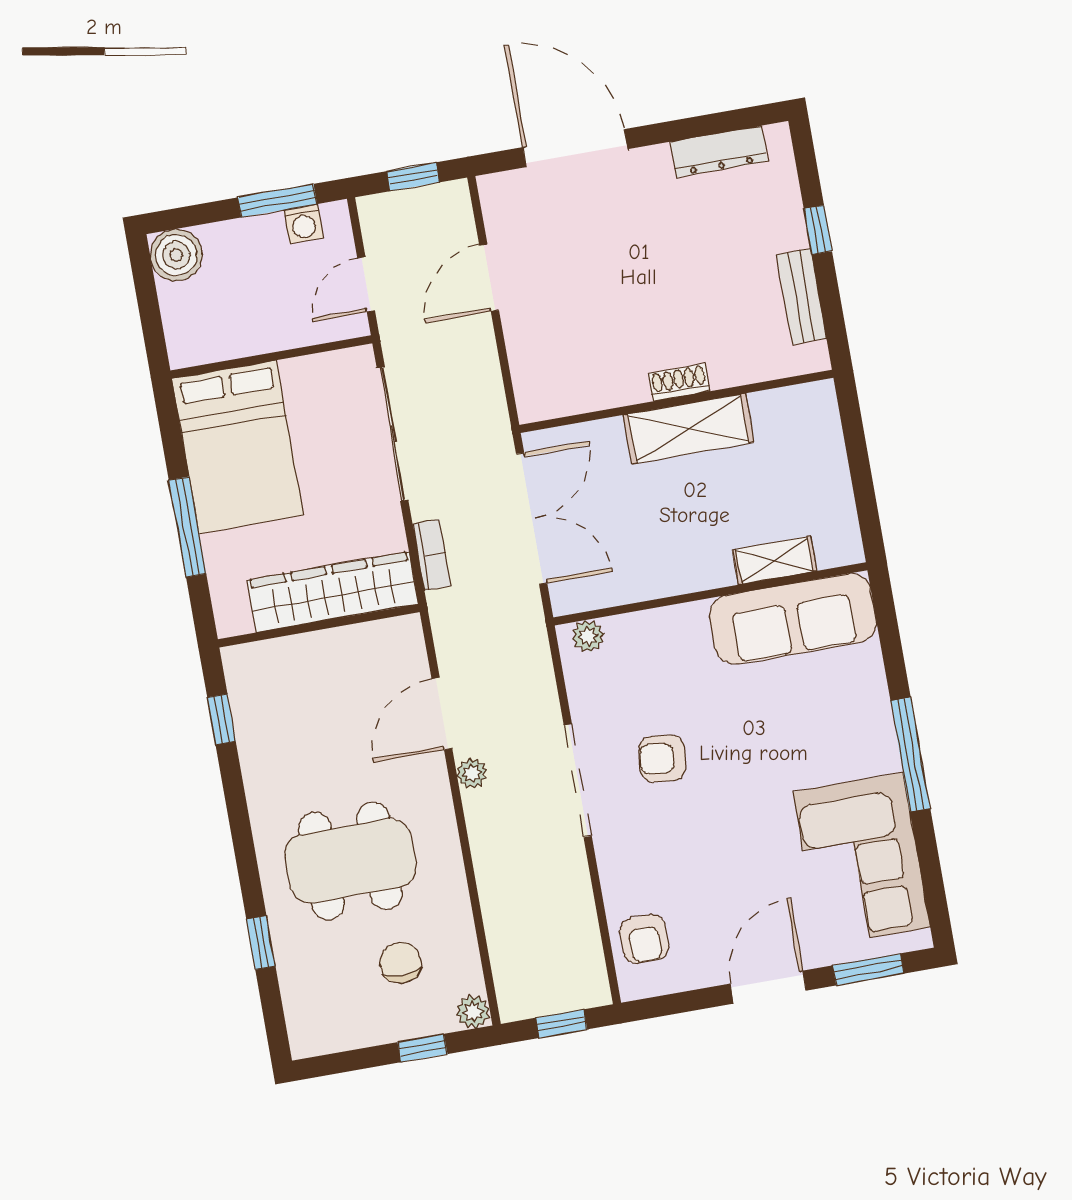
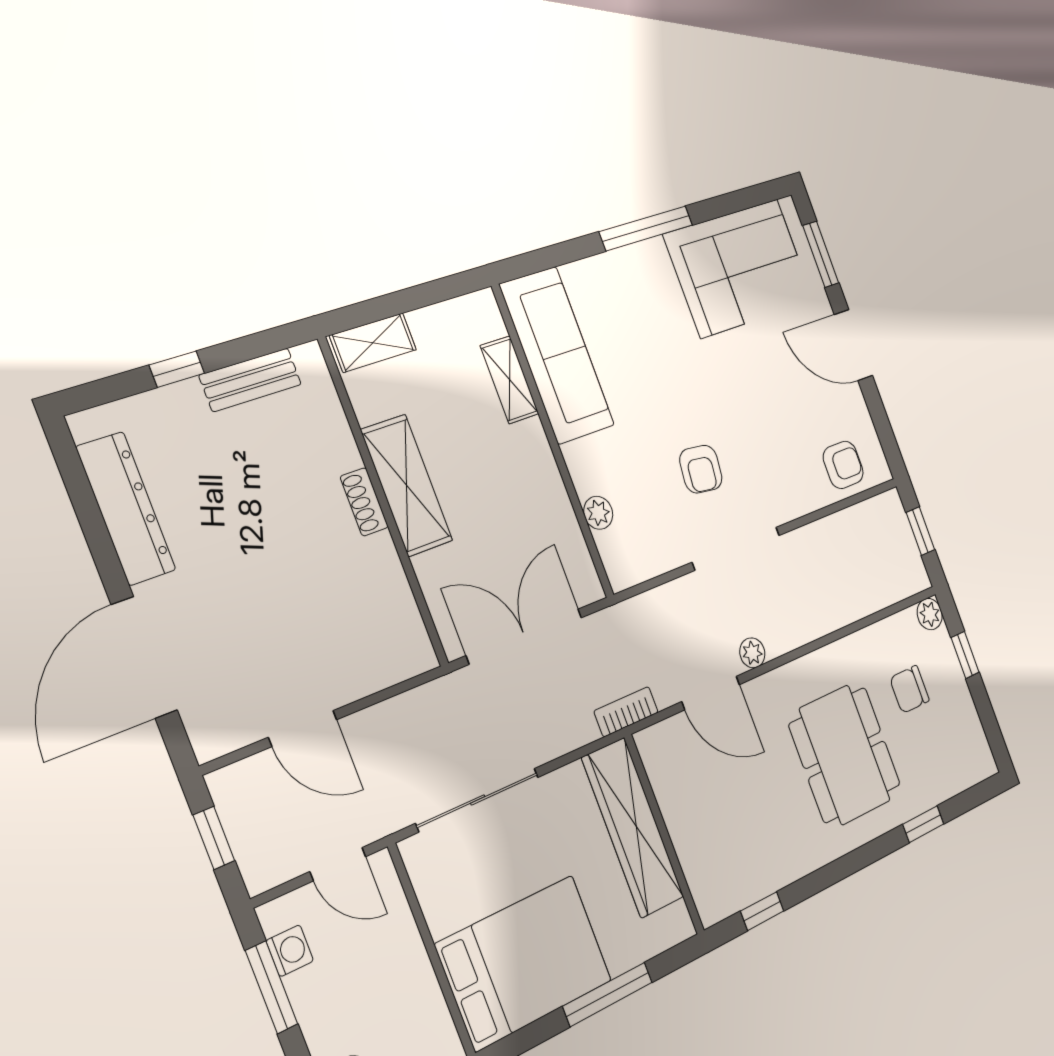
dresser: (719, 152) -> (126, 508), width x1.37, depth x1.24
shelving: (823, 425) -> (373, 343), added
bookcase: (432, 555) -> (626, 712), moved
plant: (588, 636) -> (598, 513), moved

